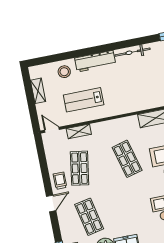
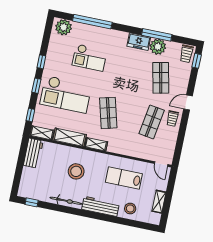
stool: (135, 86) -> (76, 171), added
lab bench: (84, 100) -> (124, 178), turned 180
shelving: (79, 131) -> (96, 144), moved

